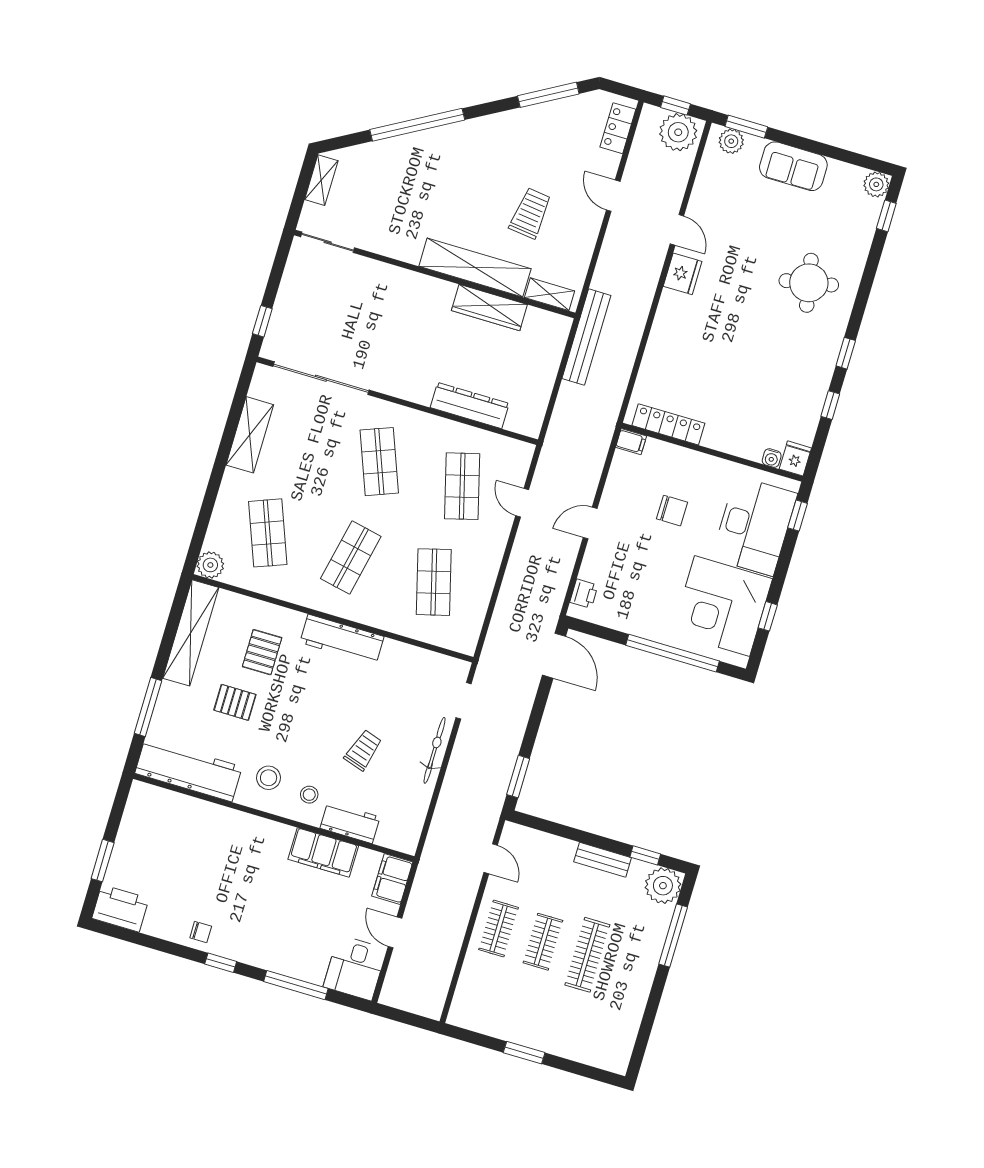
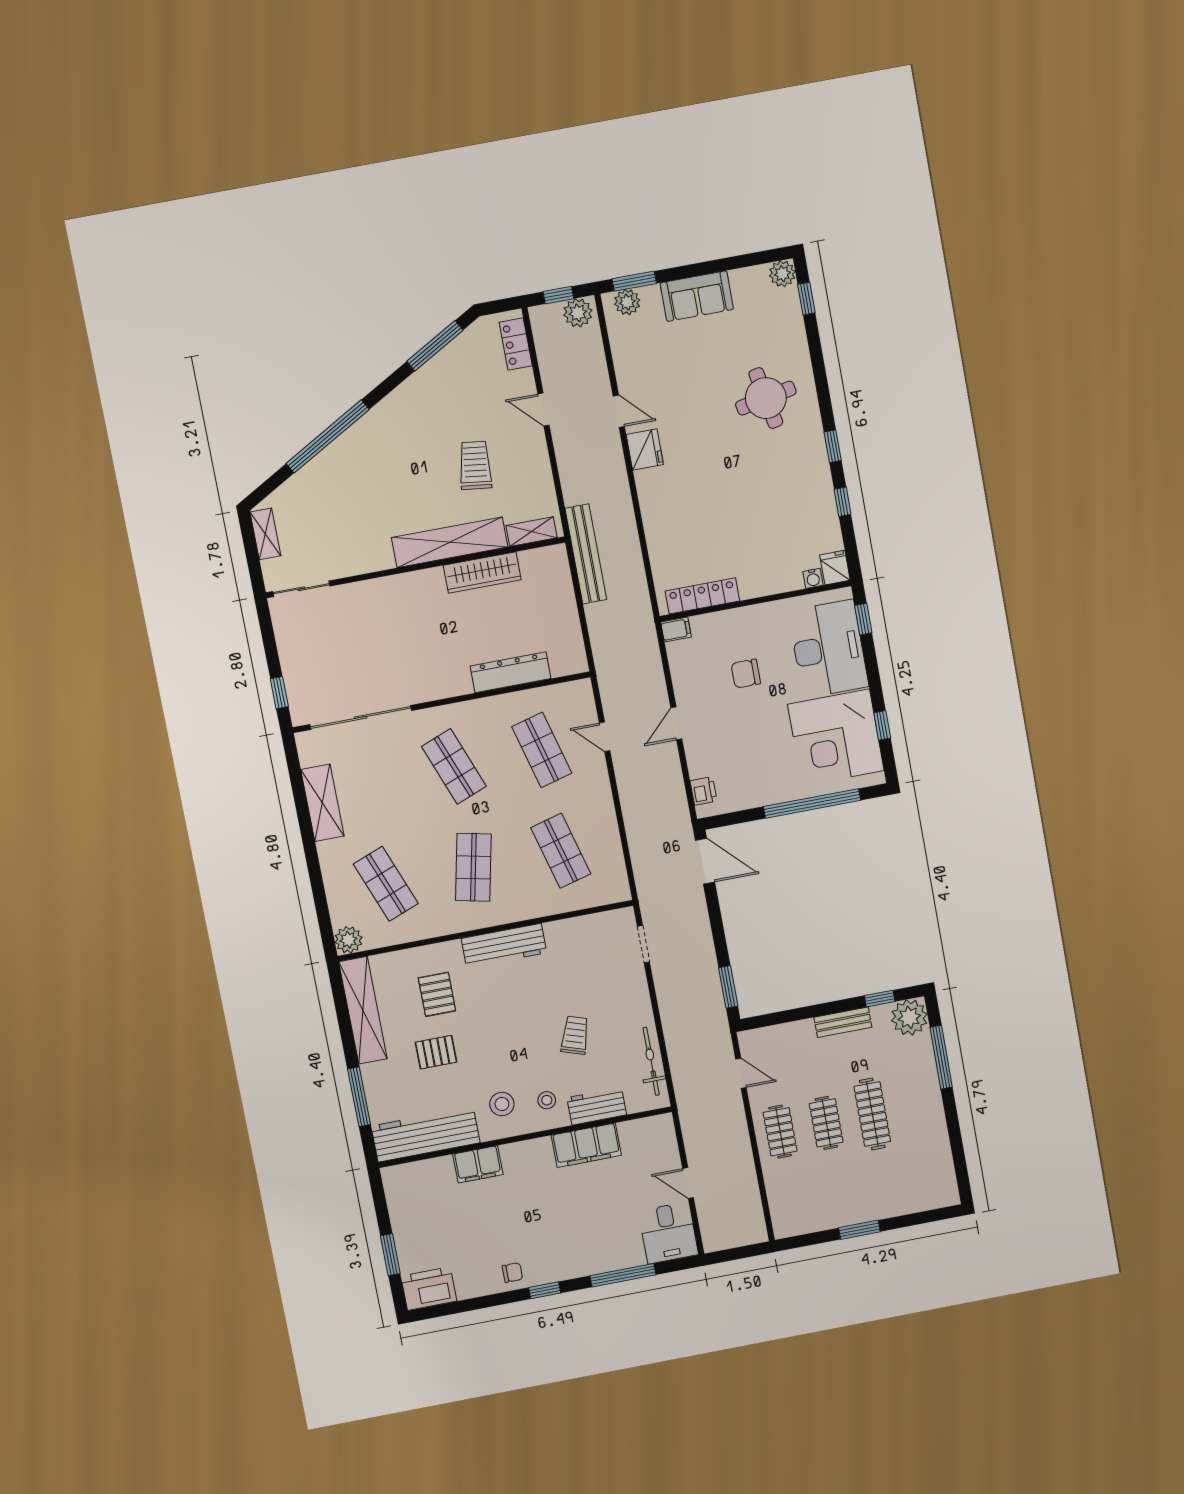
plant: (678, 132) -> (578, 313), width x0.73, depth x0.73
chair: (672, 511) -> (746, 674), turned 180
bicycle: (435, 750) -> (651, 1061), moved
filing cabinet: (392, 879) -> (478, 1164), moved, turned -90

